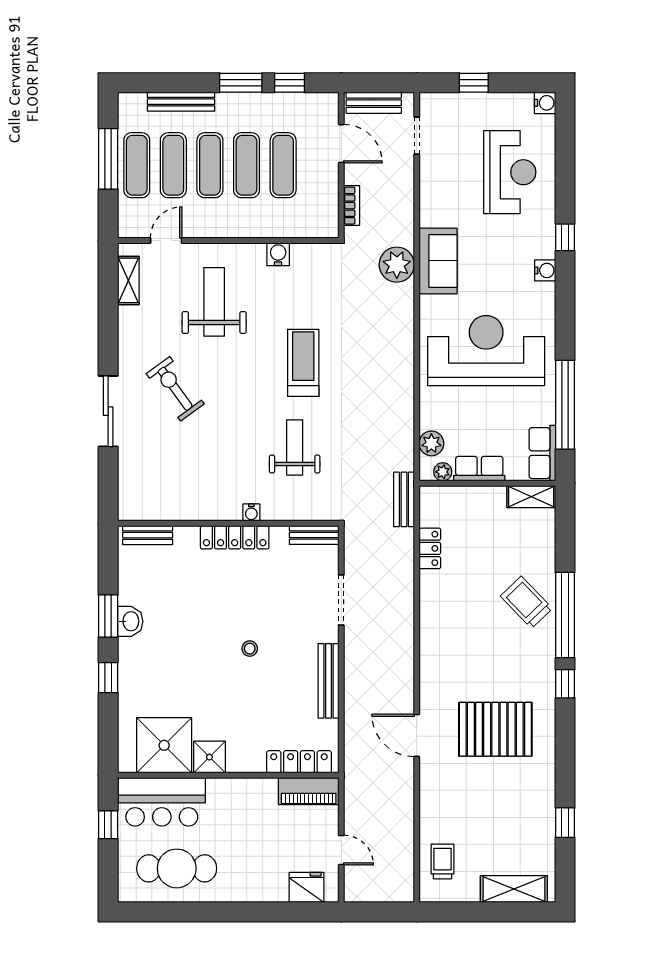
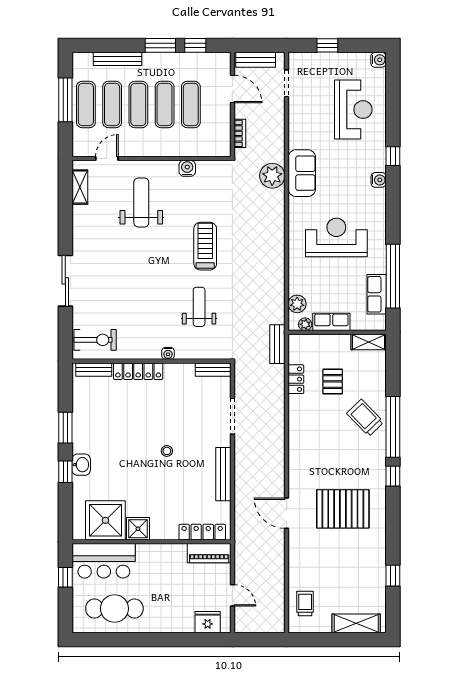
reception desk: (486, 351) -> (336, 237), width x0.74, depth x0.77
exercise bike: (175, 389) -> (95, 340), moved, turned 126
row of seats: (542, 453) -> (377, 294), moved
locker: (235, 537) -> (138, 371), moved
pallet: (481, 552) -> (333, 381), added
washbasin: (130, 621) -> (81, 465), moved

